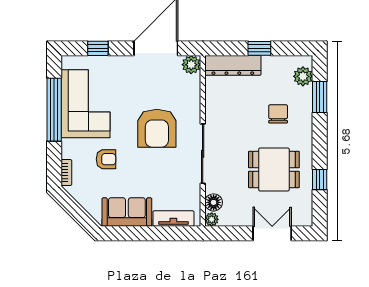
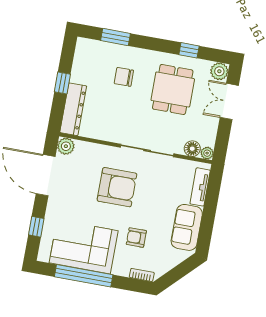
plant: (303, 76) -> (219, 71), moved
armchair: (106, 159) -> (136, 237), turned -90

